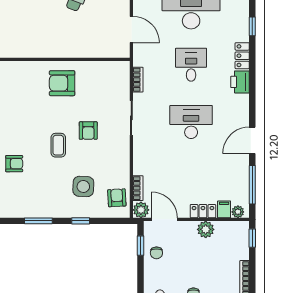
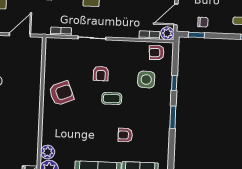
armchair: (62, 83) -> (61, 93), turned -112
armchair: (88, 131) -> (101, 74), turned 90
armchair: (14, 164) -> (125, 135), turned -90

